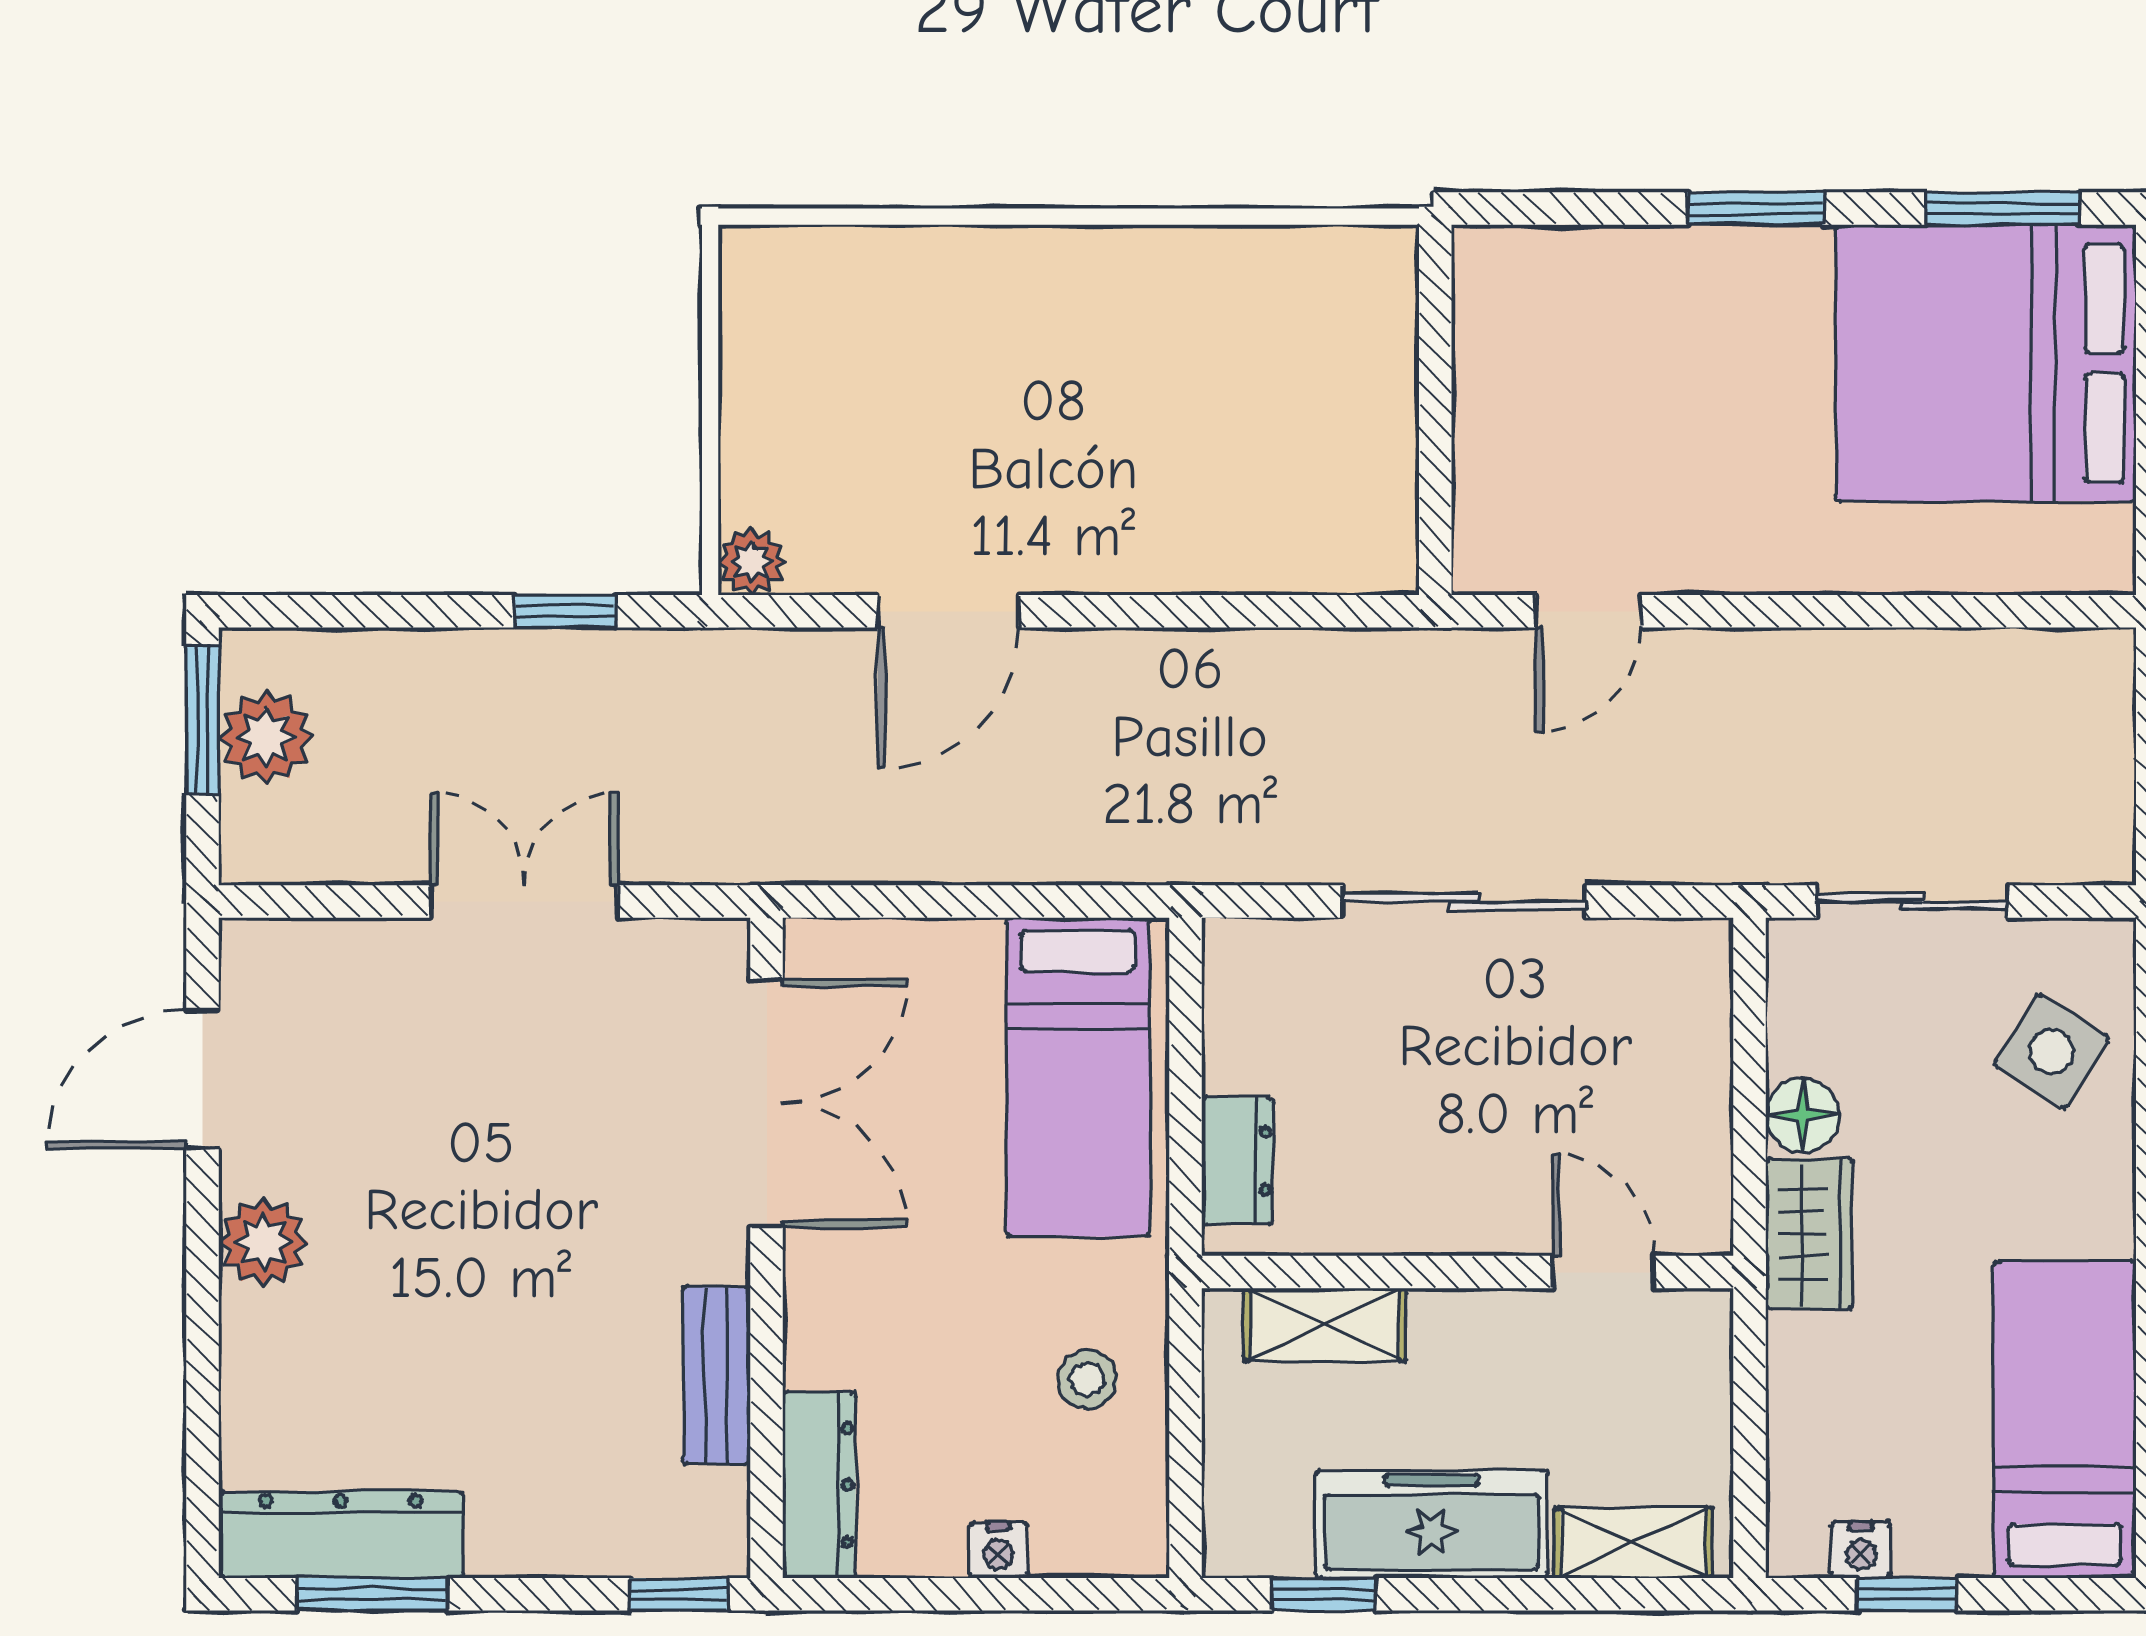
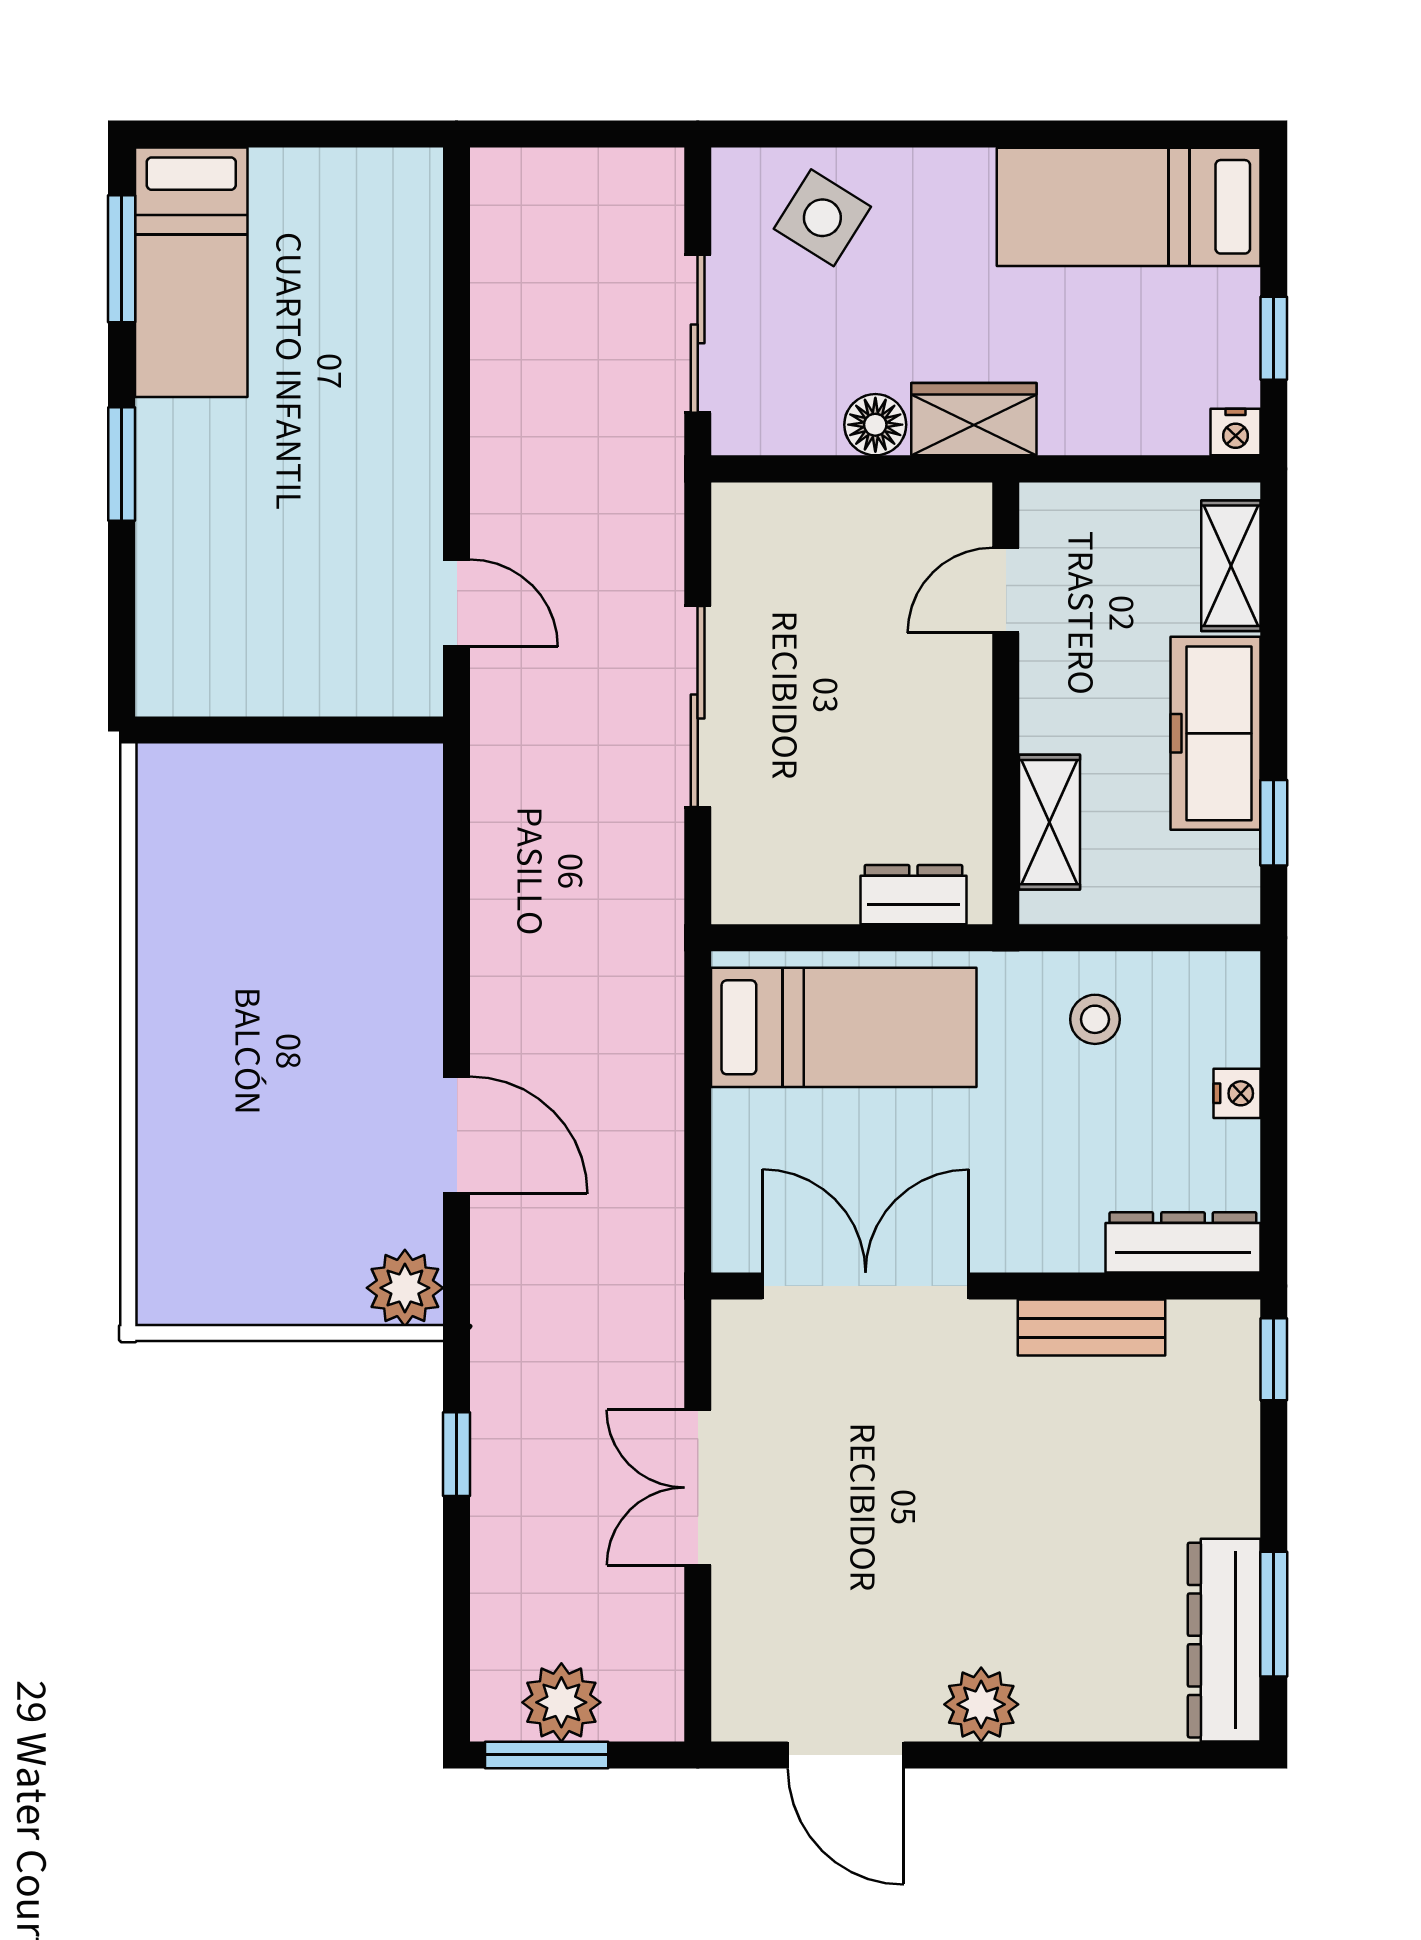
bed: (1986, 363) -> (191, 272), width x0.49
plant: (752, 562) -> (405, 1288), width x1.38, depth x1.38
nightstand: (1861, 1550) -> (1236, 432), moved, turned 90

